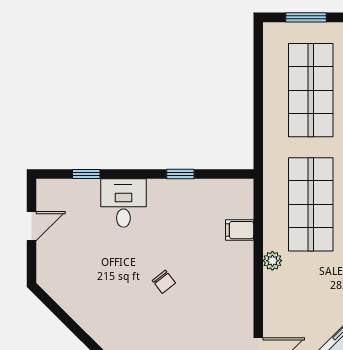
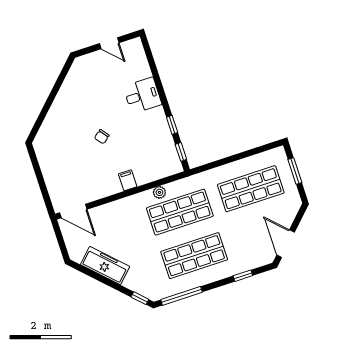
window: (86, 174) -> (181, 152), moved
filing cabinet: (240, 230) -> (128, 180), moved
plant: (272, 261) -> (159, 192), moved

